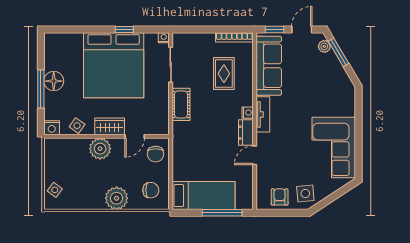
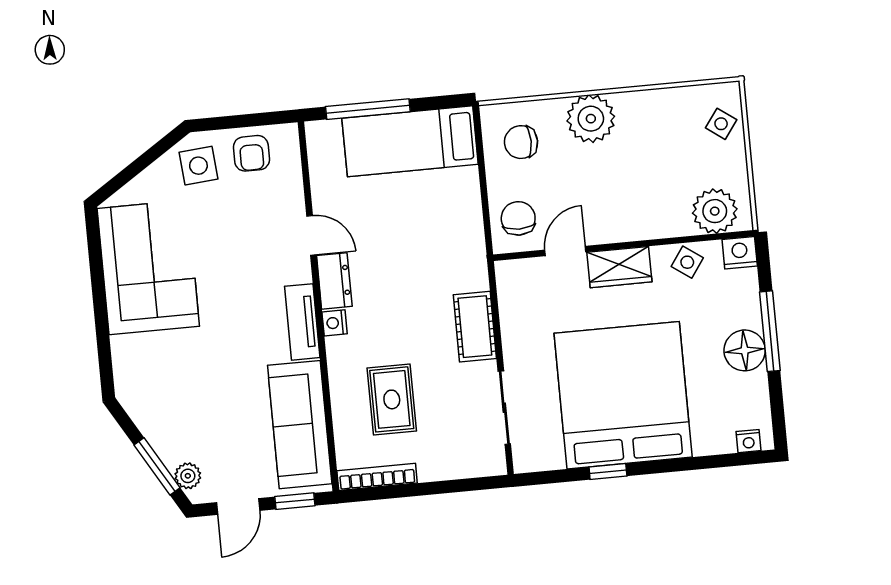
nightstand: (164, 38) -> (749, 441), moved
plant: (100, 149) -> (715, 211), moved
door: (255, 155) -> (312, 235), hinge flipped

